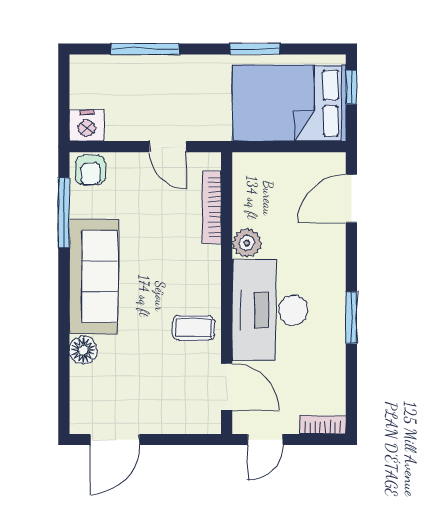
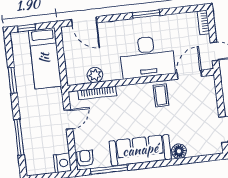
bed: (289, 103) -> (45, 58), width x0.67
armchair: (90, 170) -> (85, 158), turned -90
plant: (247, 243) -> (95, 75), moved

